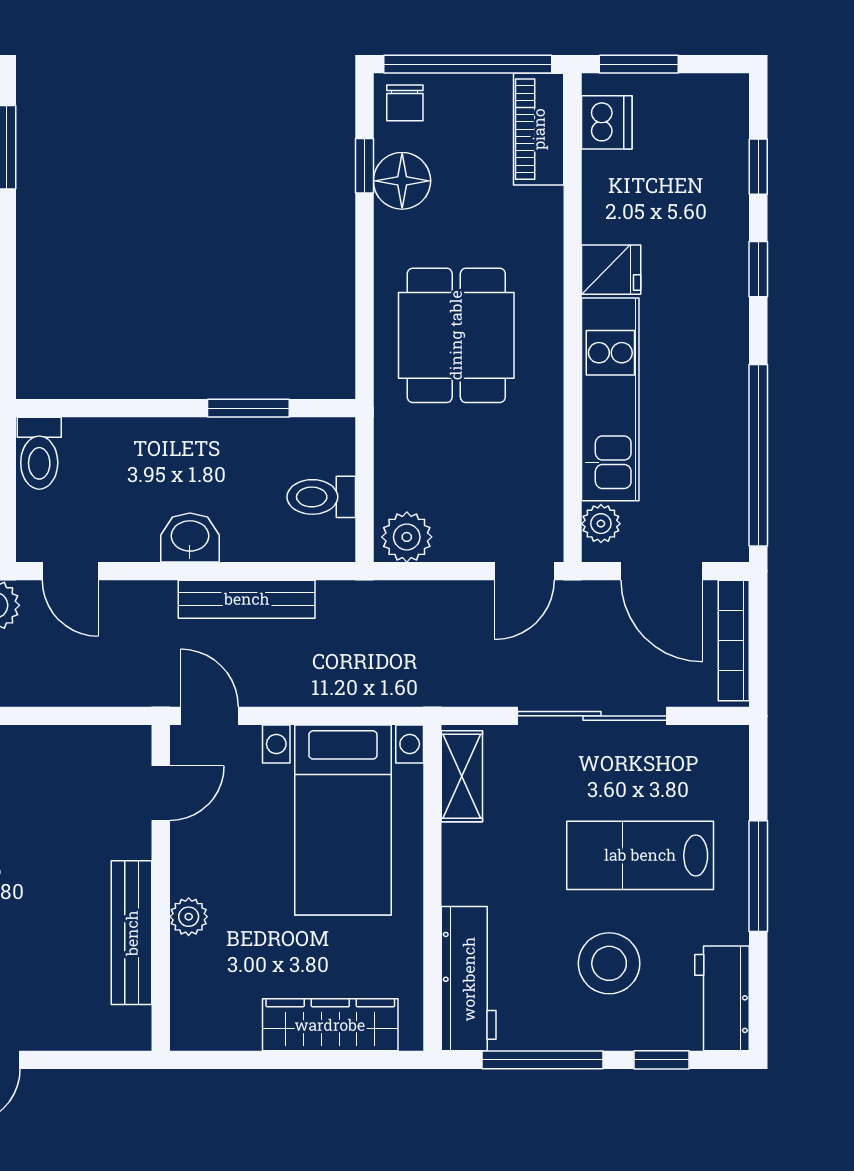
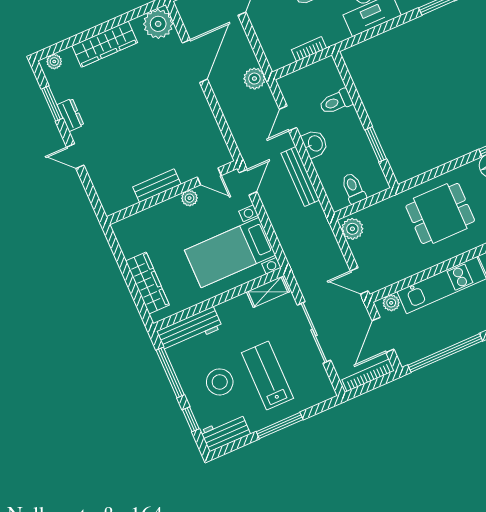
toilet: (39, 453) -> (336, 102), moved
door: (70, 571) -> (288, 118), moved
plant: (189, 917) -> (189, 198), moved
bench: (132, 933) -> (157, 186), width x0.73

